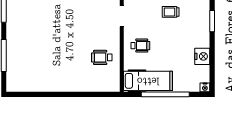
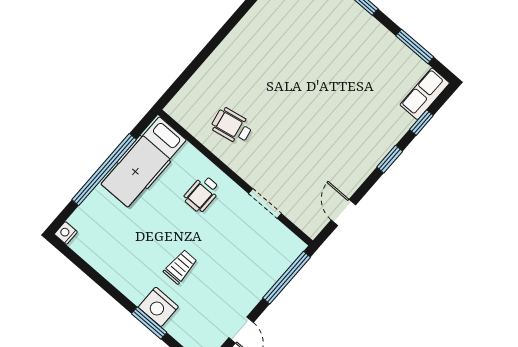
trolley: (171, 12) -> (180, 267), moved
nightstand: (202, 56) -> (158, 307), moved
wheelchair: (102, 57) -> (232, 126), turned -101

